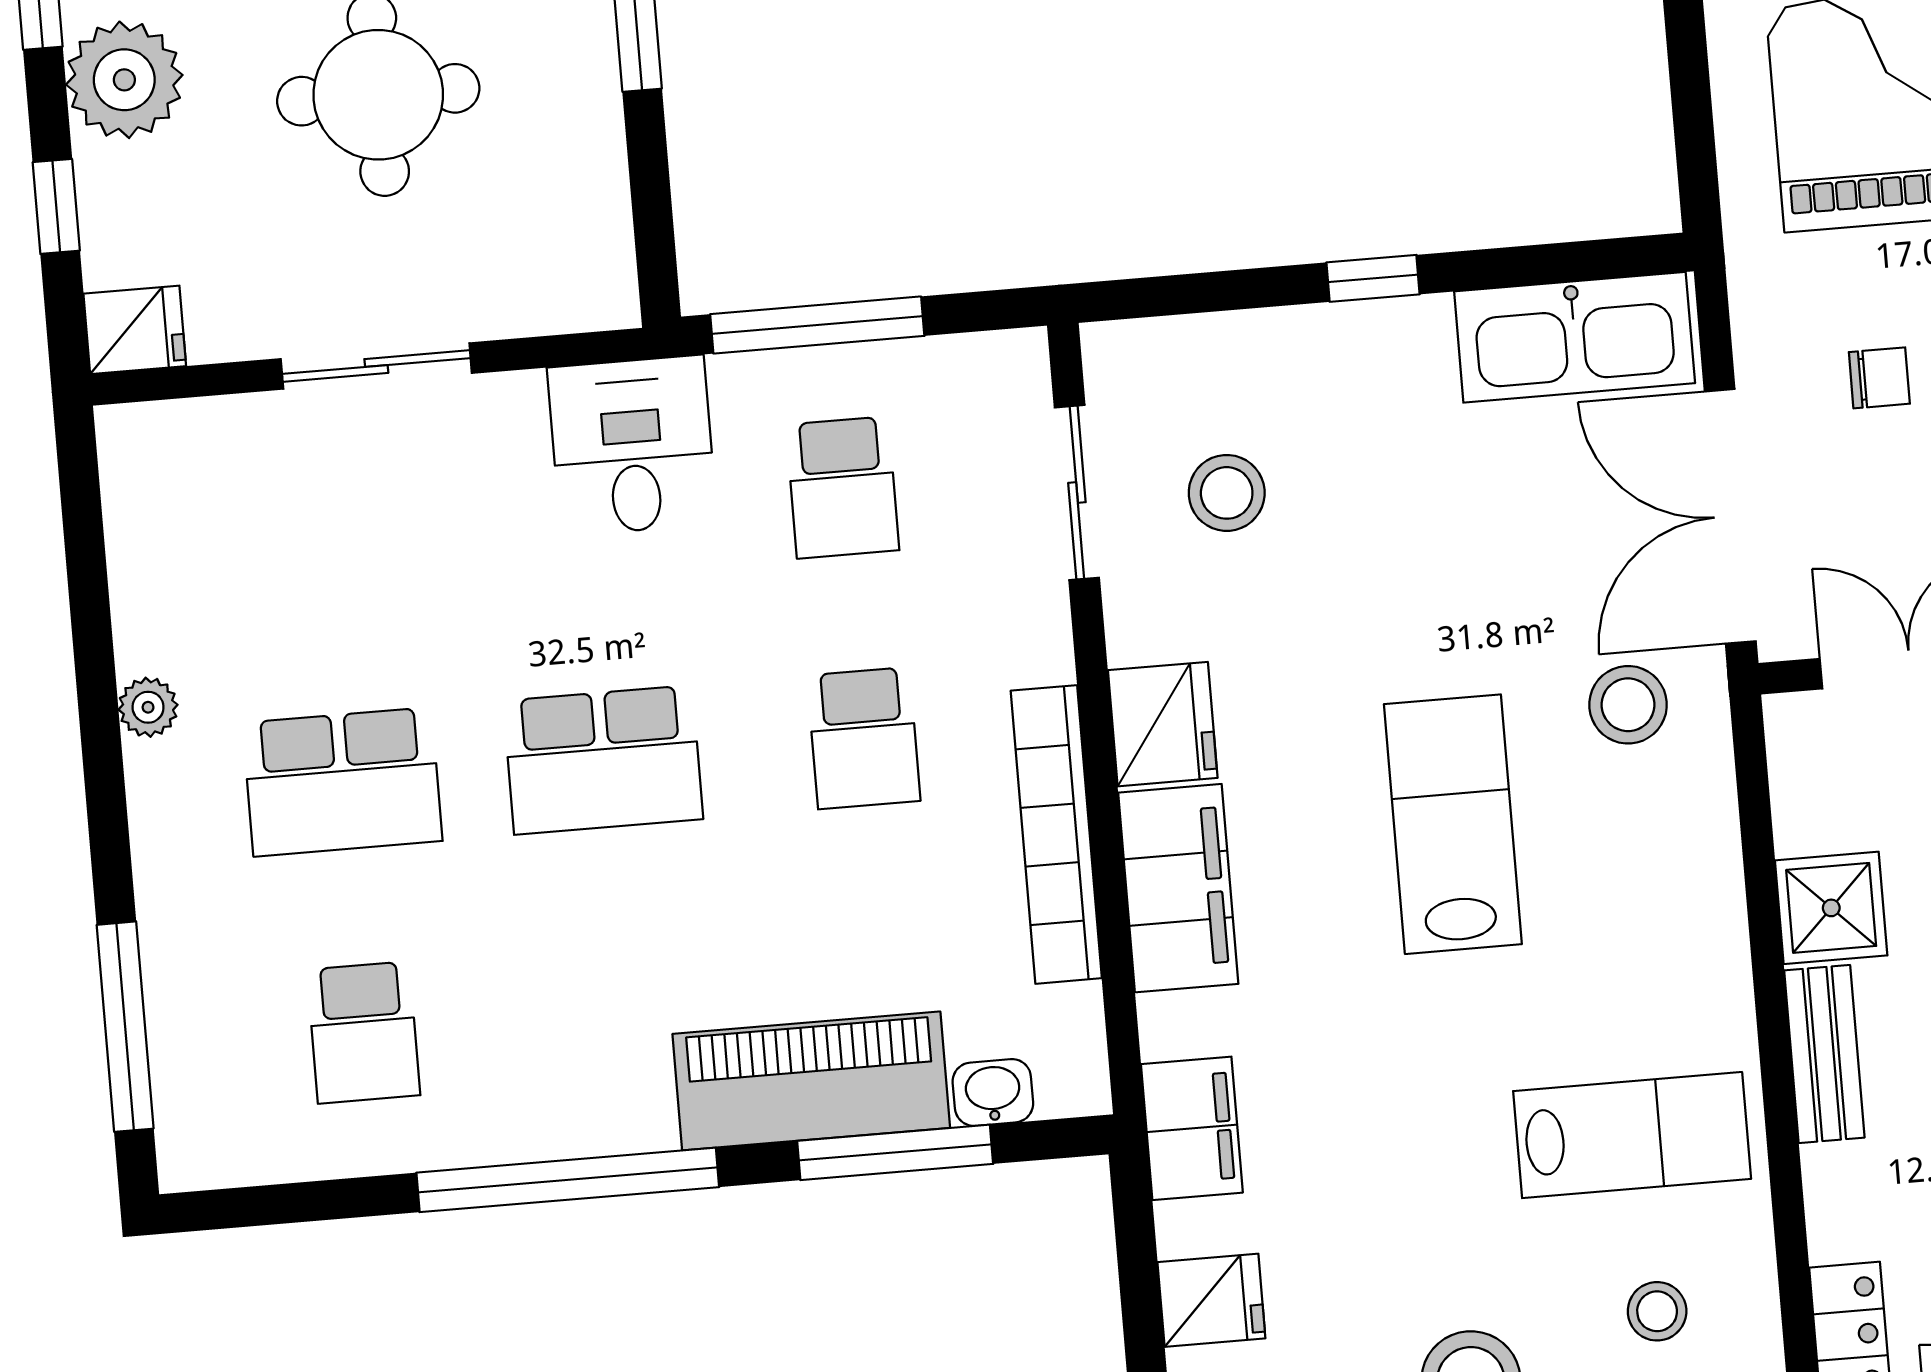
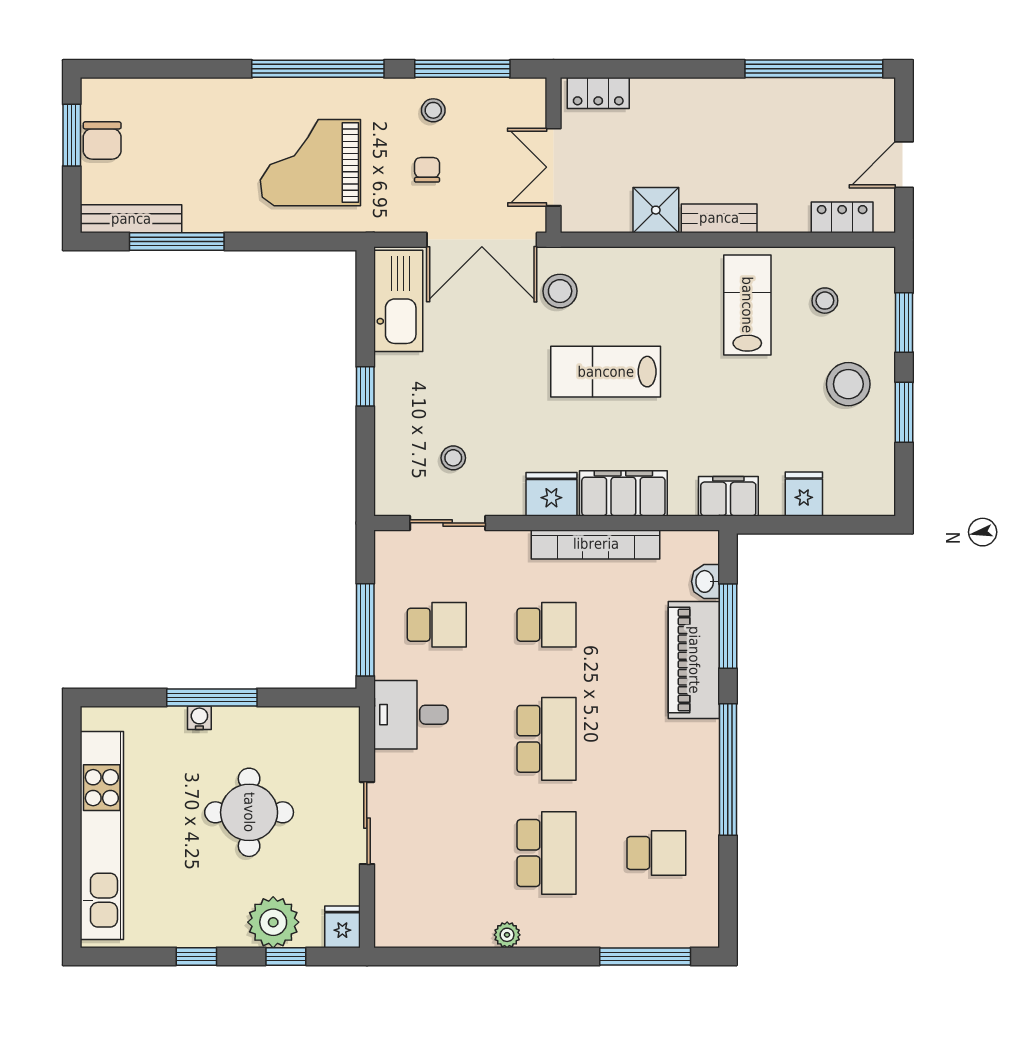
plant: (124, 80) -> (273, 922), moved
stool: (1227, 493) -> (453, 458), width x0.73, depth x0.73

